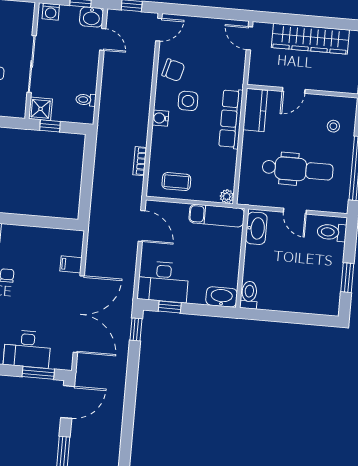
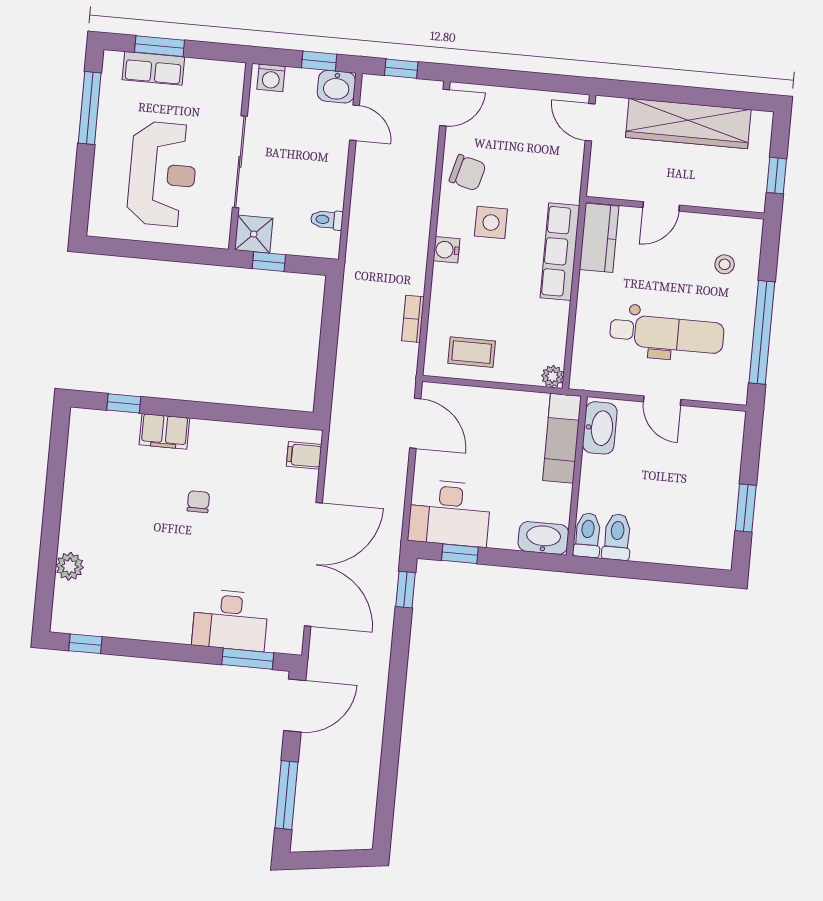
exam couch: (217, 216) -> (562, 438), moved, turned 90
toilet: (332, 232) -> (617, 537), moved, turned 90
filing cabinet: (71, 264) -> (304, 455), moved

